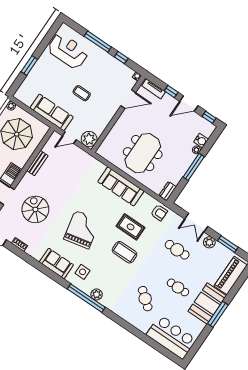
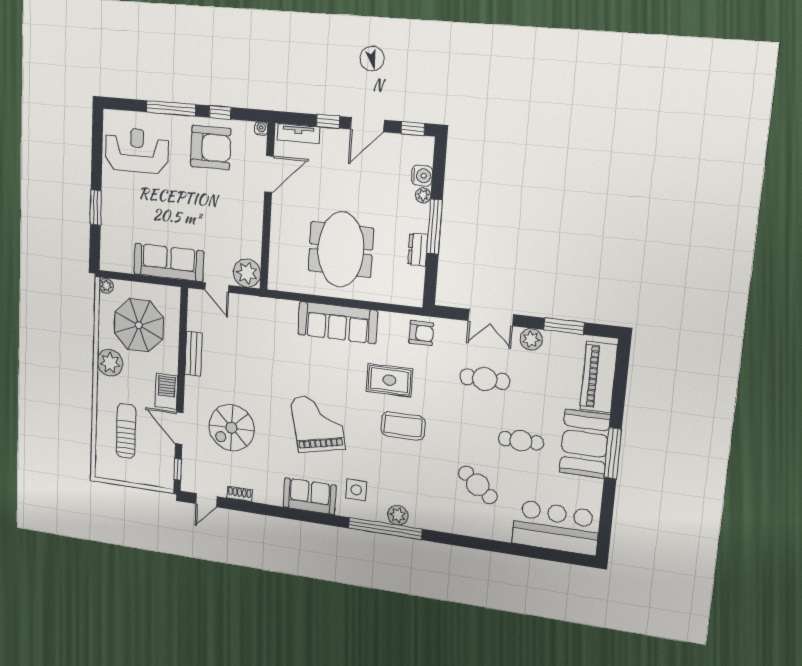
armchair: (107, 71) -> (211, 148), added
coffee table: (82, 93) -> (195, 206), removed
door: (69, 138) -> (217, 287), hinge flipped
dresser: (168, 191) -> (418, 250), moved
spiral stairs: (35, 209) -> (231, 428), turned -90

